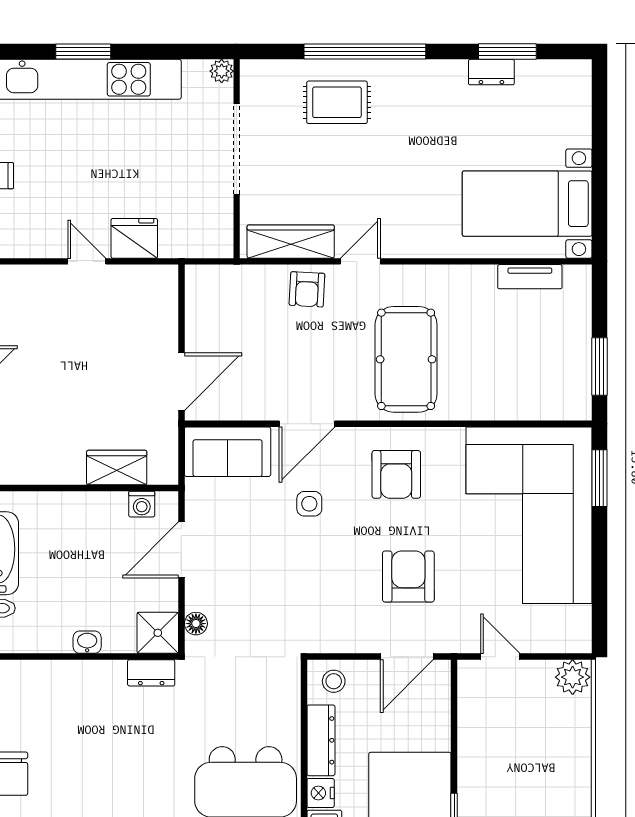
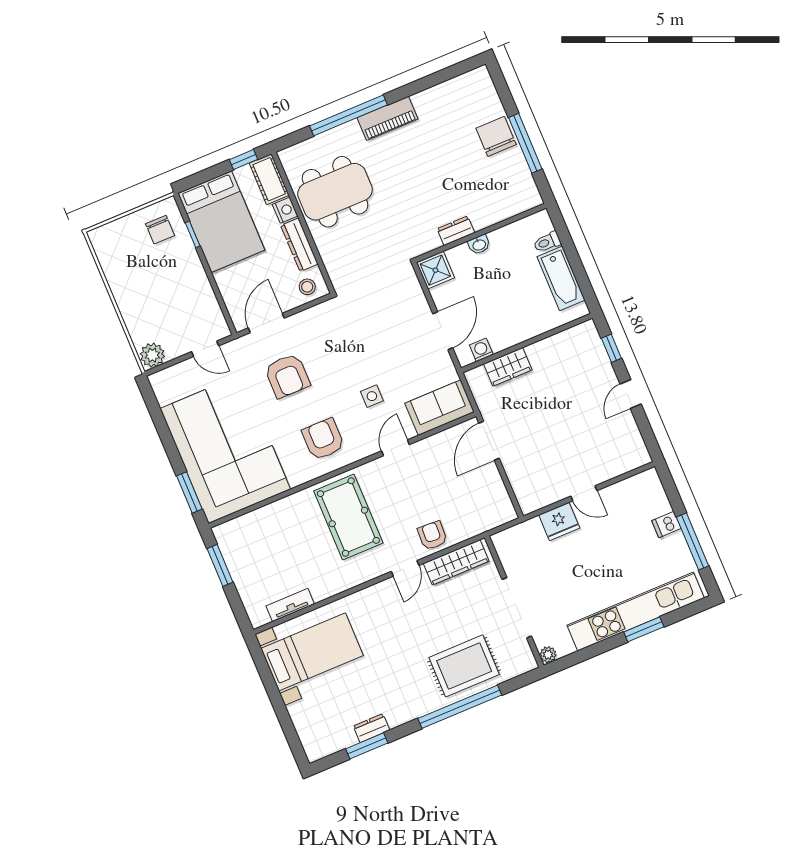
rug: (337, 102) -> (464, 666), width x1.36, depth x1.43
door: (307, 424) -> (395, 448), width x0.73
floor lamp: (196, 624) -> (413, 287), removed
dresser: (151, 673) -> (456, 231), moved

